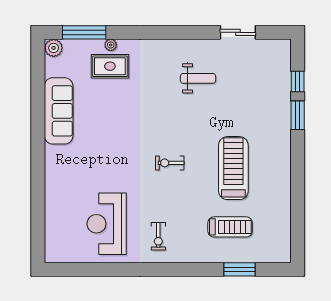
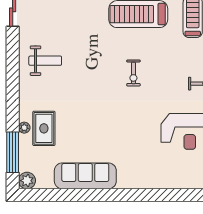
weight bench: (198, 78) -> (45, 61), moved, turned 90

